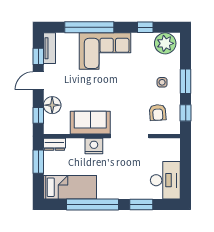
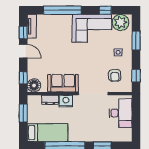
corner sofa: (105, 51) -> (92, 28), moved
door: (38, 81) -> (23, 51), swing flipped
window: (186, 81) -> (136, 41), moved
floor lamp: (52, 105) -> (34, 85), moved
dresser: (54, 144) -> (50, 100), moved
desk: (165, 180) -> (121, 113), moved

